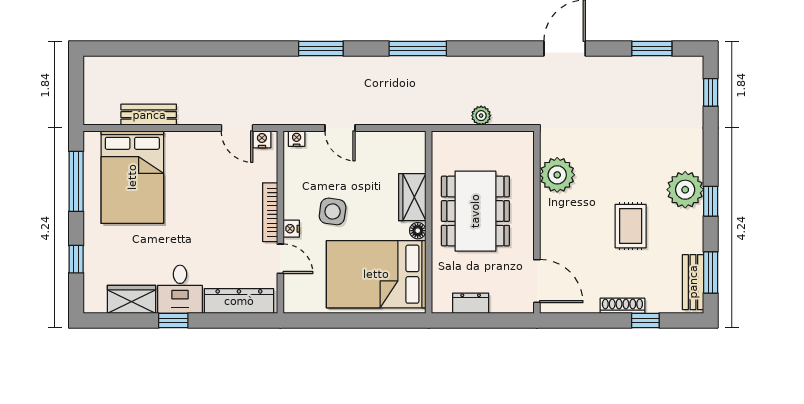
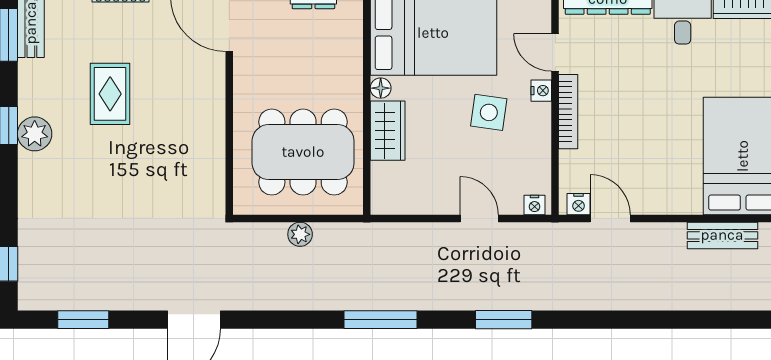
plant: (557, 175) -> (203, 159), removed
plant: (685, 190) -> (35, 134), width x0.73, depth x0.73
dining table: (475, 211) -> (303, 152), moved, turned 90

